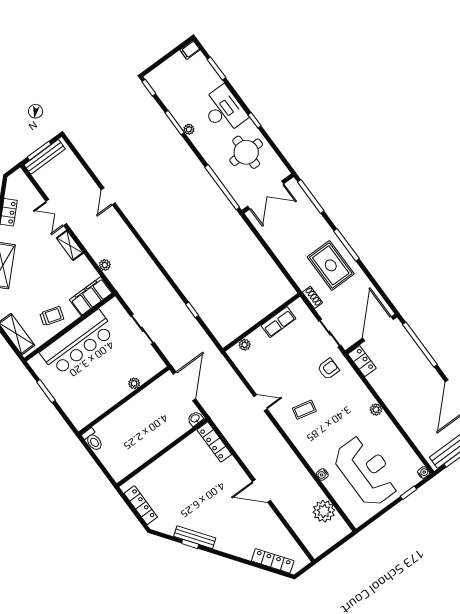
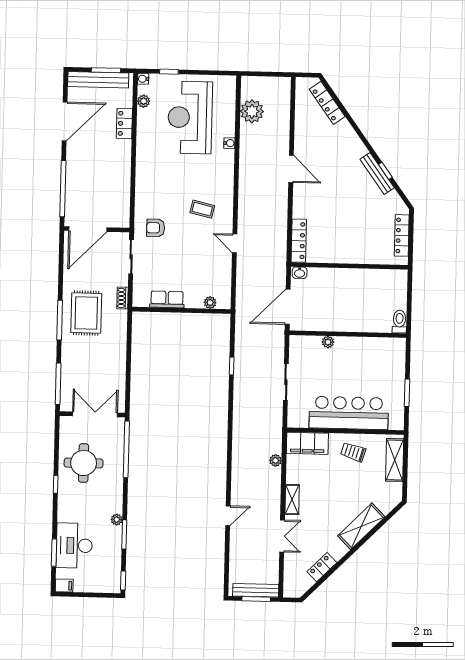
desk: (224, 110) -> (74, 546), moved
locker: (362, 361) -> (124, 123), moved
plant: (376, 410) -> (144, 101), moved

